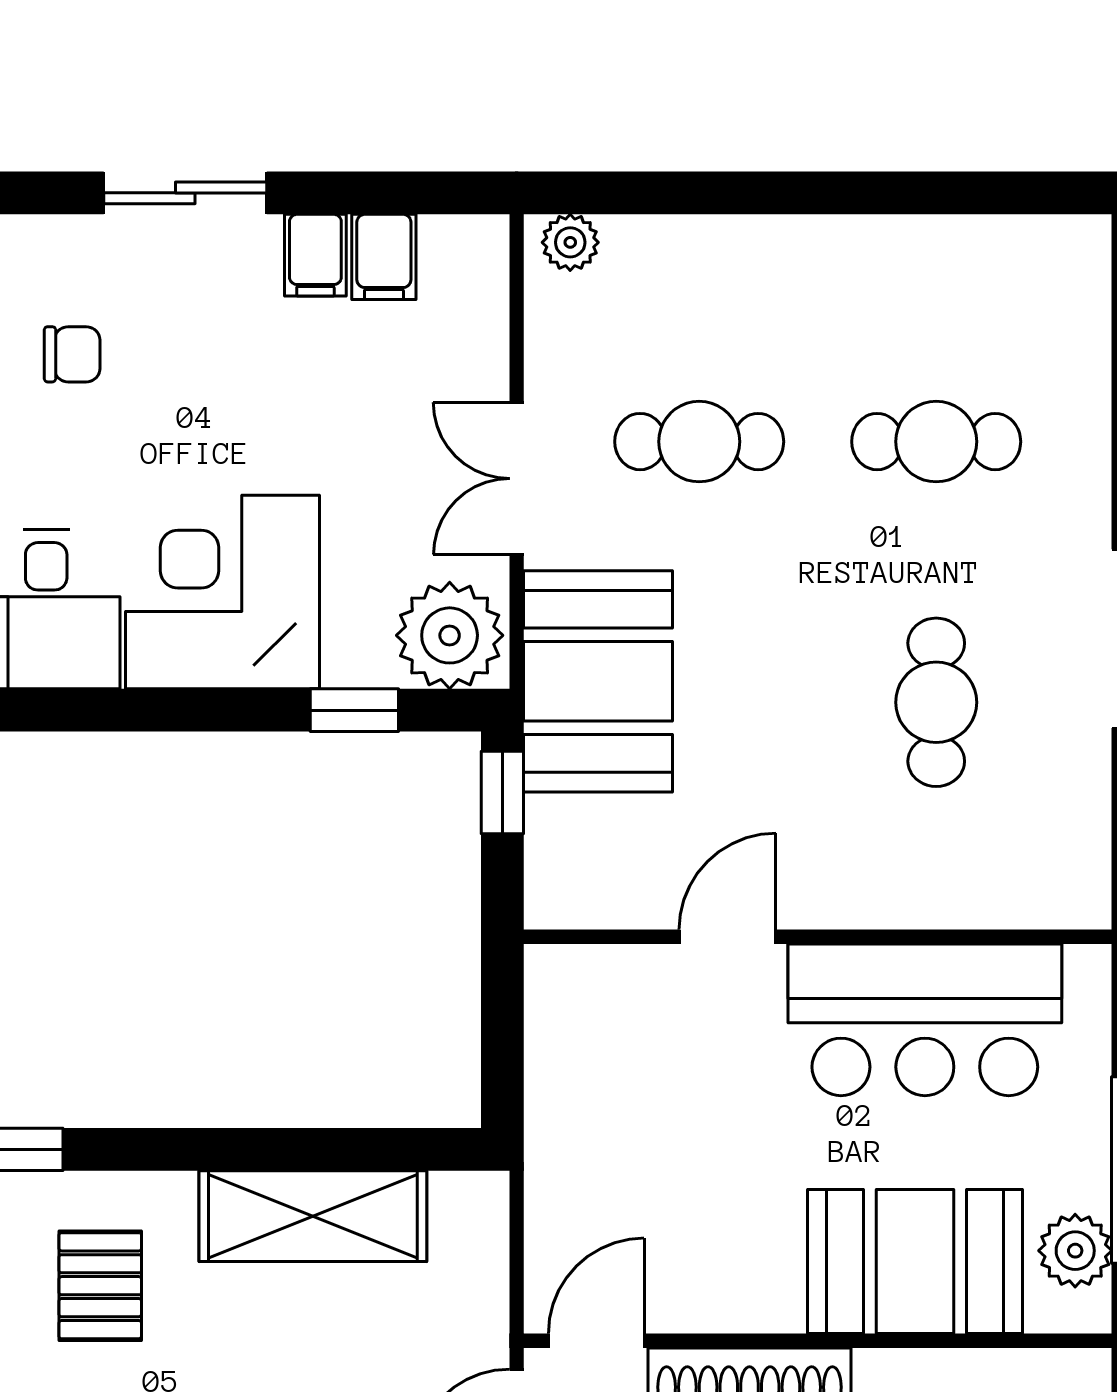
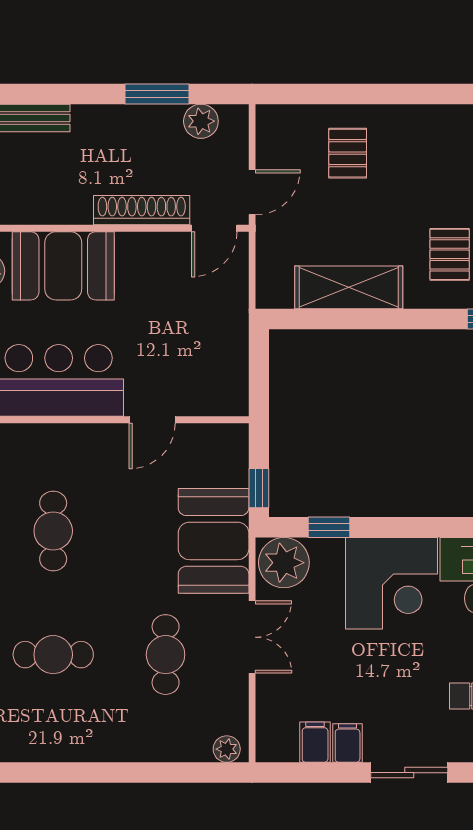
cafe table: (699, 442) -> (166, 655), turned 90

